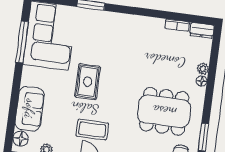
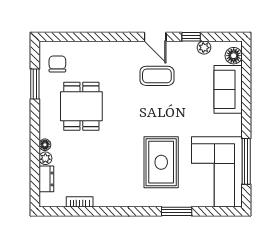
dresser: (202, 30) -> (46, 179), moved, turned 90
rug: (88, 82) -> (161, 162), moved, width x1.36, depth x1.43
dining table: (164, 111) -> (81, 106), width x0.73

